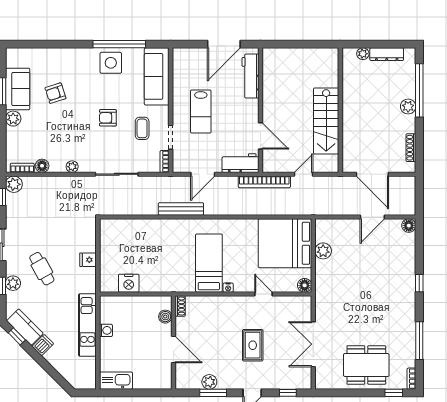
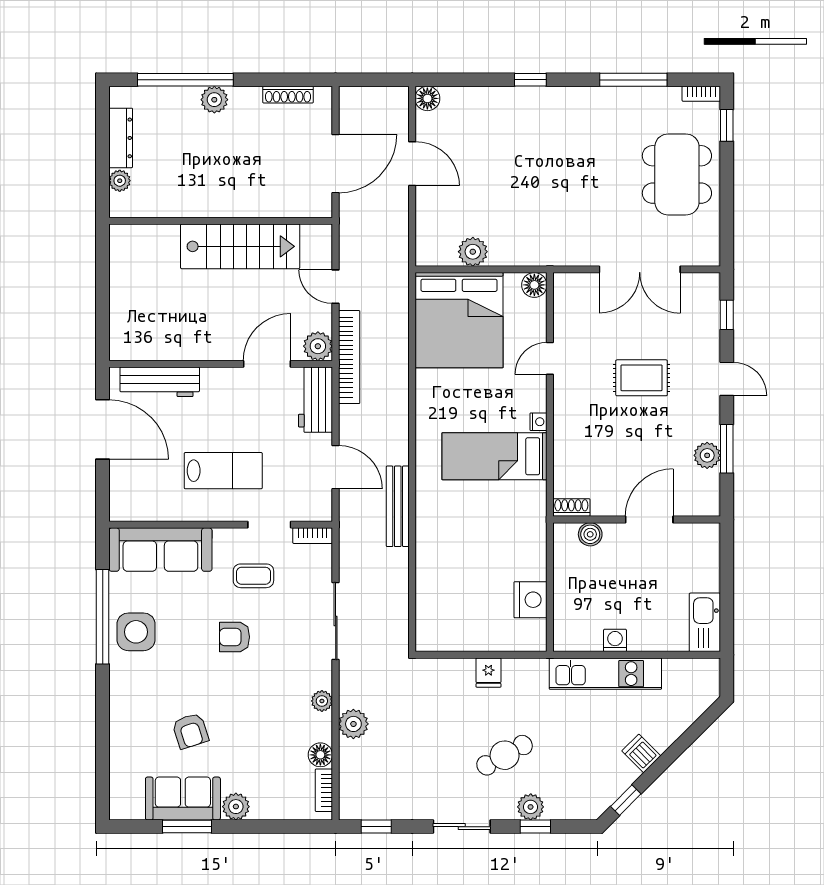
armchair: (108, 118) -> (234, 637), turned 90
plant: (270, 164) -> (318, 346), added
plant: (14, 184) -> (353, 724), moved
kitchen counter: (25, 327) -> (609, 786), removed

